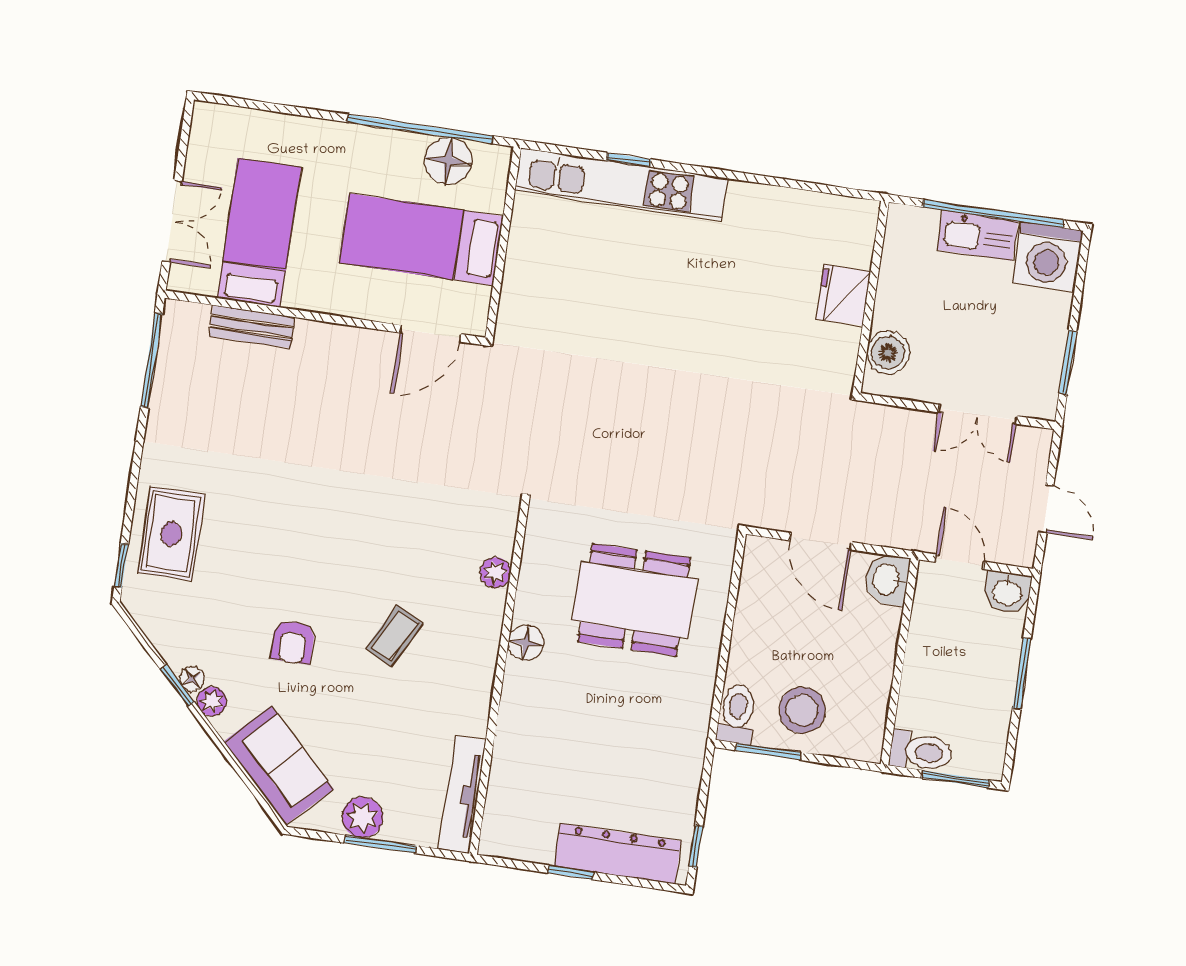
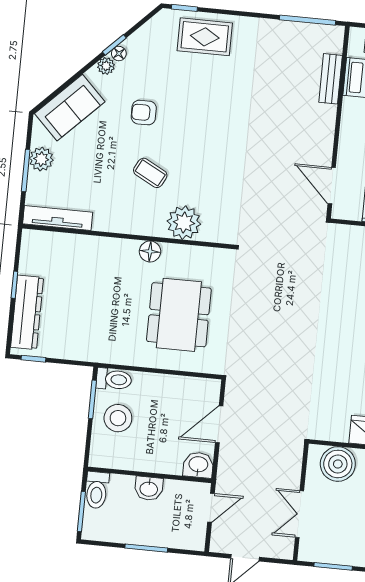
boiler: (888, 353) -> (338, 464), width x1.37, depth x1.37
plant: (495, 573) -> (184, 223), width x1.88, depth x1.88
washbasin: (1007, 592) -> (149, 488), moved, turned -90

